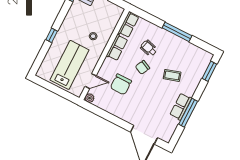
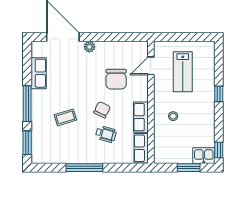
lab bench: (70, 65) -> (183, 72), width x0.73, depth x0.72
chair: (121, 84) -> (116, 79), turned 180
plant: (89, 98) -> (89, 47), moved
row of seats: (181, 107) -> (39, 73), moved
window: (188, 113) -> (27, 104), moved

